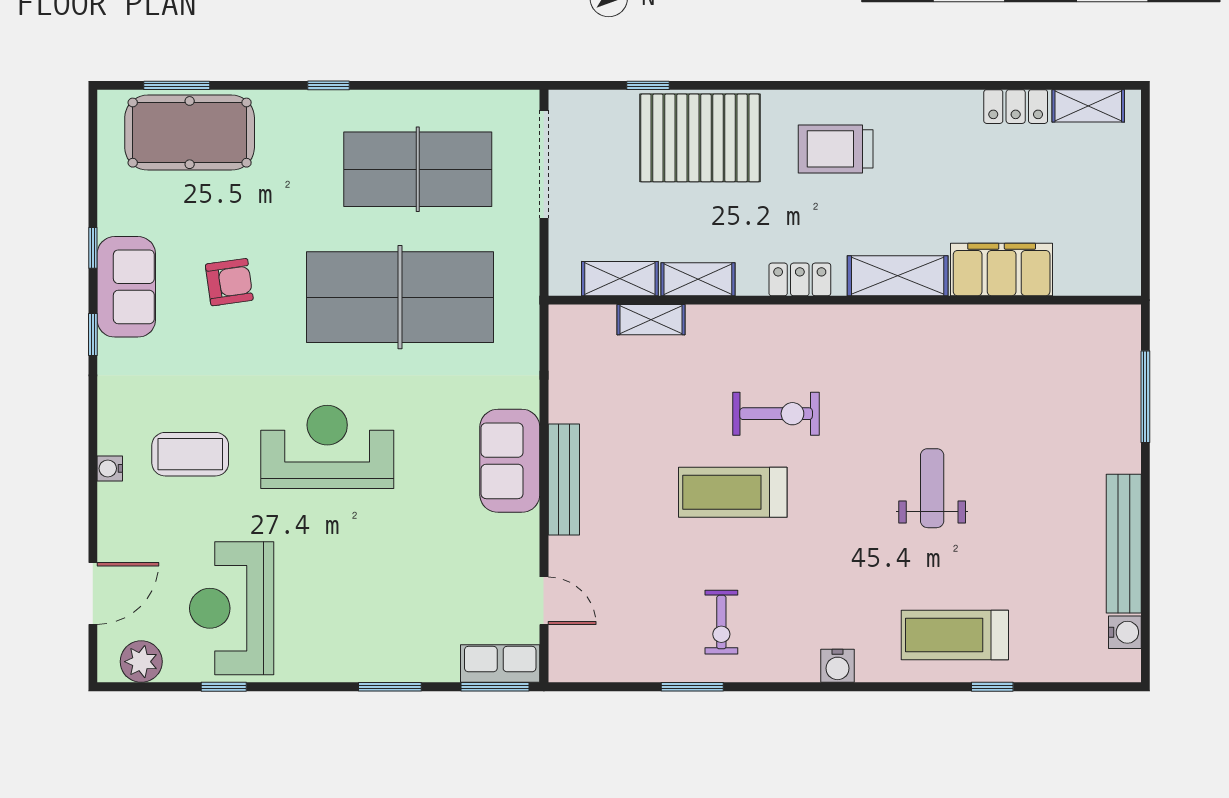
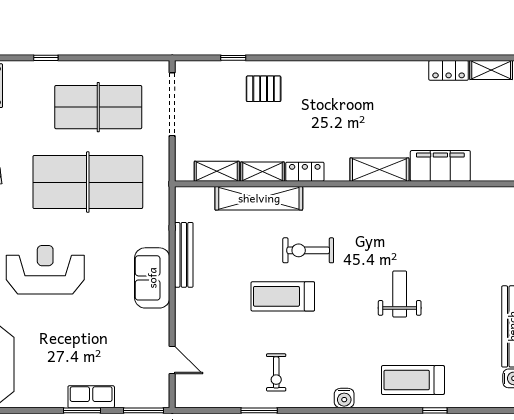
pallet: (700, 138) -> (264, 89), width x0.49, depth x0.50
trolley: (836, 149) -> (343, 95), removed
locker: (800, 279) -> (305, 172), moved
shelving: (651, 320) -> (259, 198), width x2.20, depth x1.33
exercise bike: (776, 414) -> (308, 250), turned 180
bench: (564, 480) -> (184, 255), moved
row of seats: (500, 664) -> (91, 397), moved

